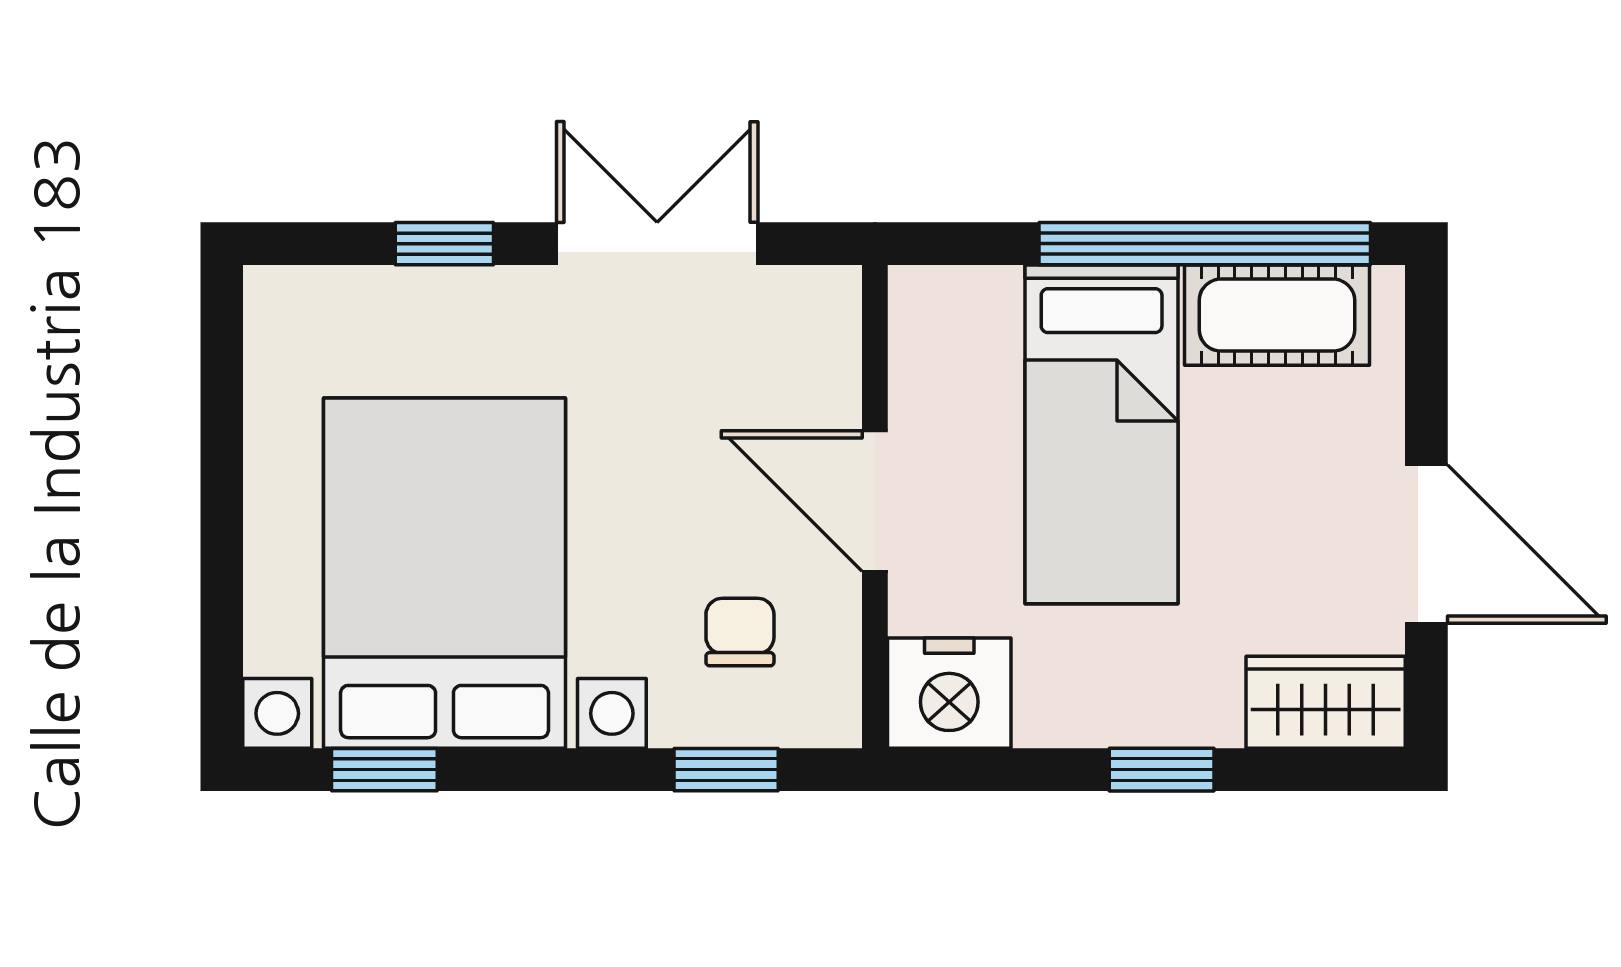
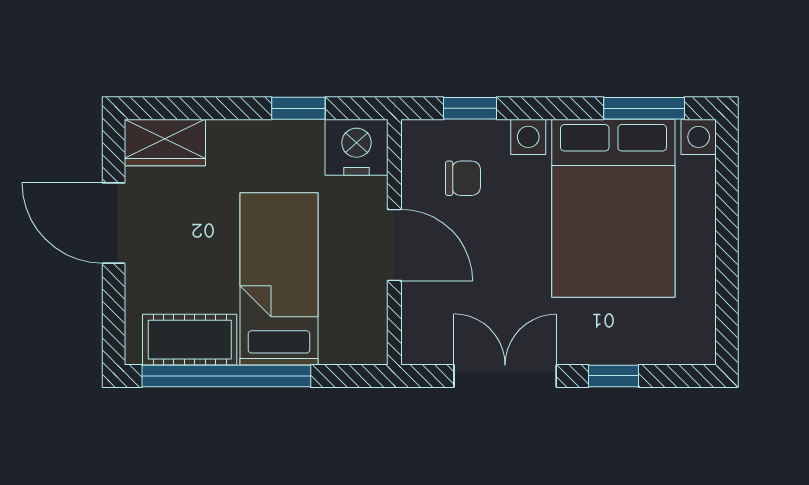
double door: (657, 244) -> (505, 376), swing flipped
chair: (740, 632) -> (463, 178), turned -90
window: (384, 770) -> (644, 108), width x1.50
window: (1162, 770) -> (298, 108), moved

